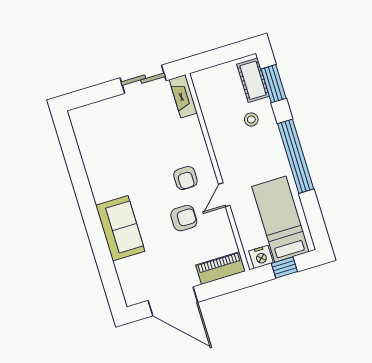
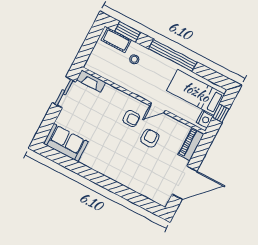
door: (224, 195) -> (158, 108), hinge flipped
sofa: (120, 228) -> (66, 143), moved

